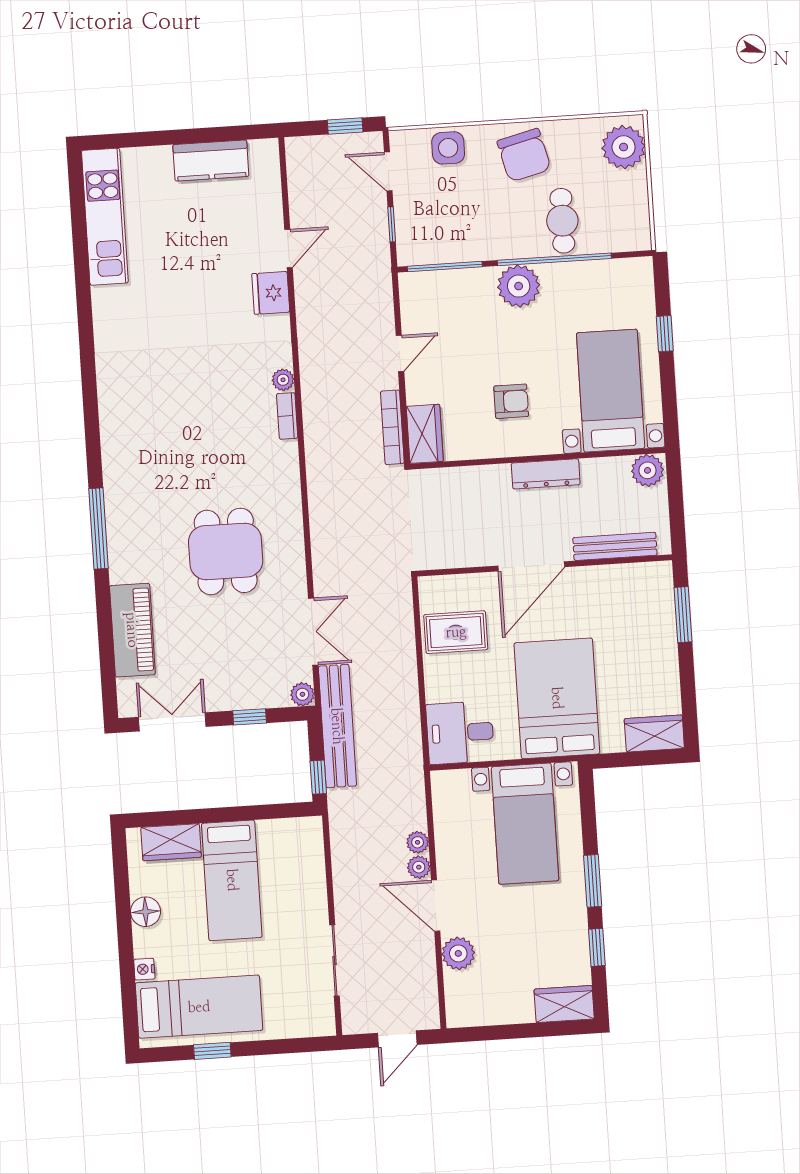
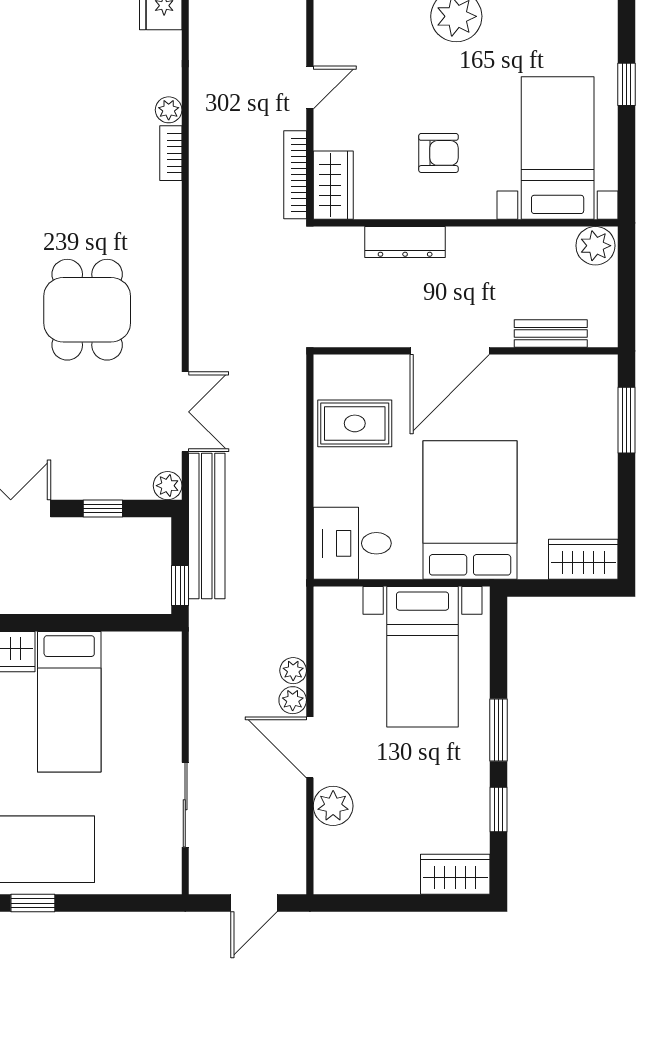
dresser: (546, 474) -> (405, 242), moved
bench: (615, 546) -> (551, 334), width x0.73

